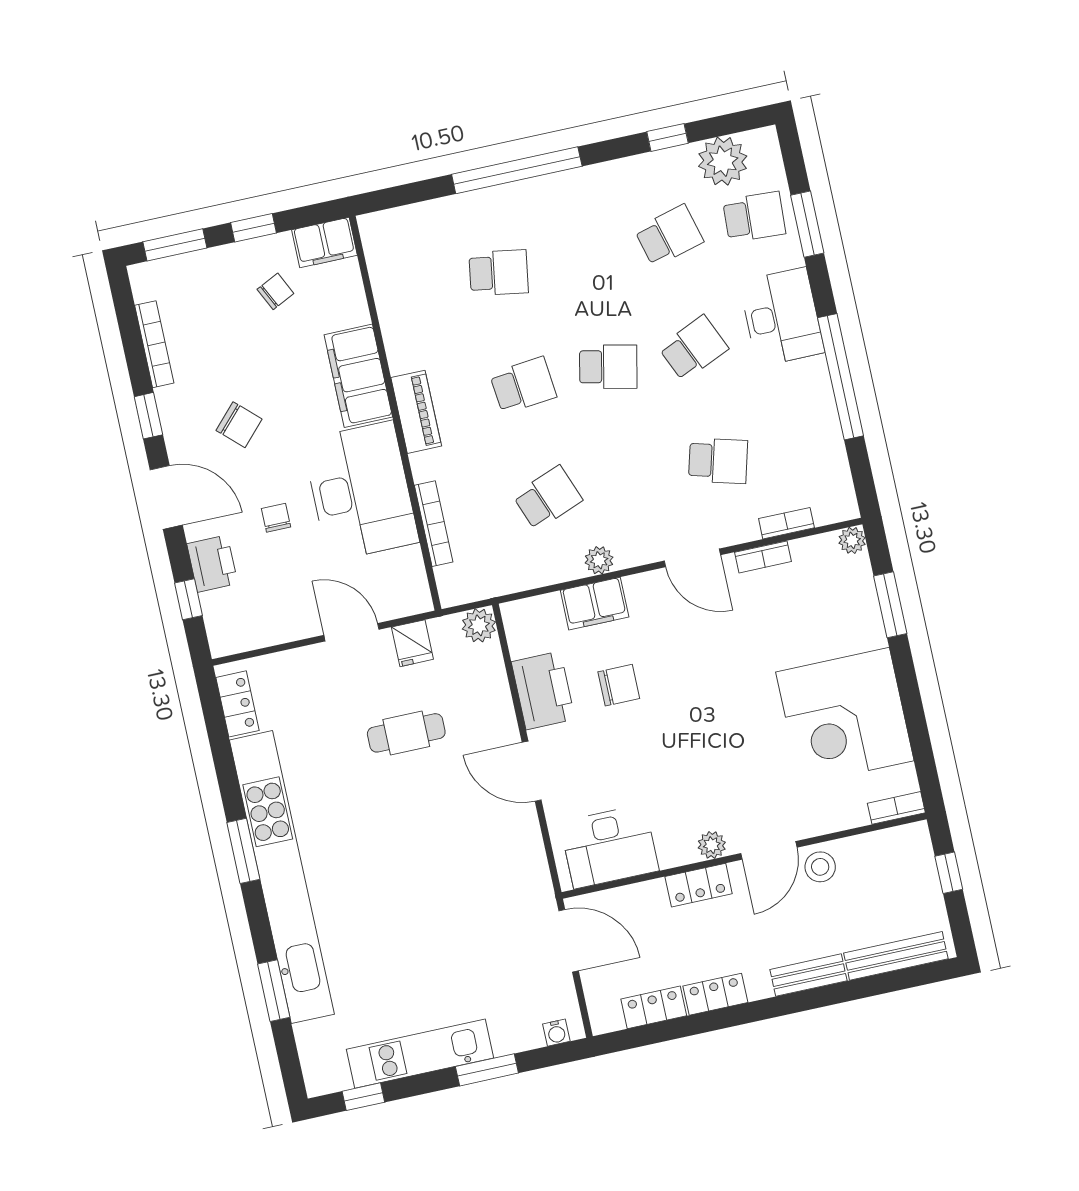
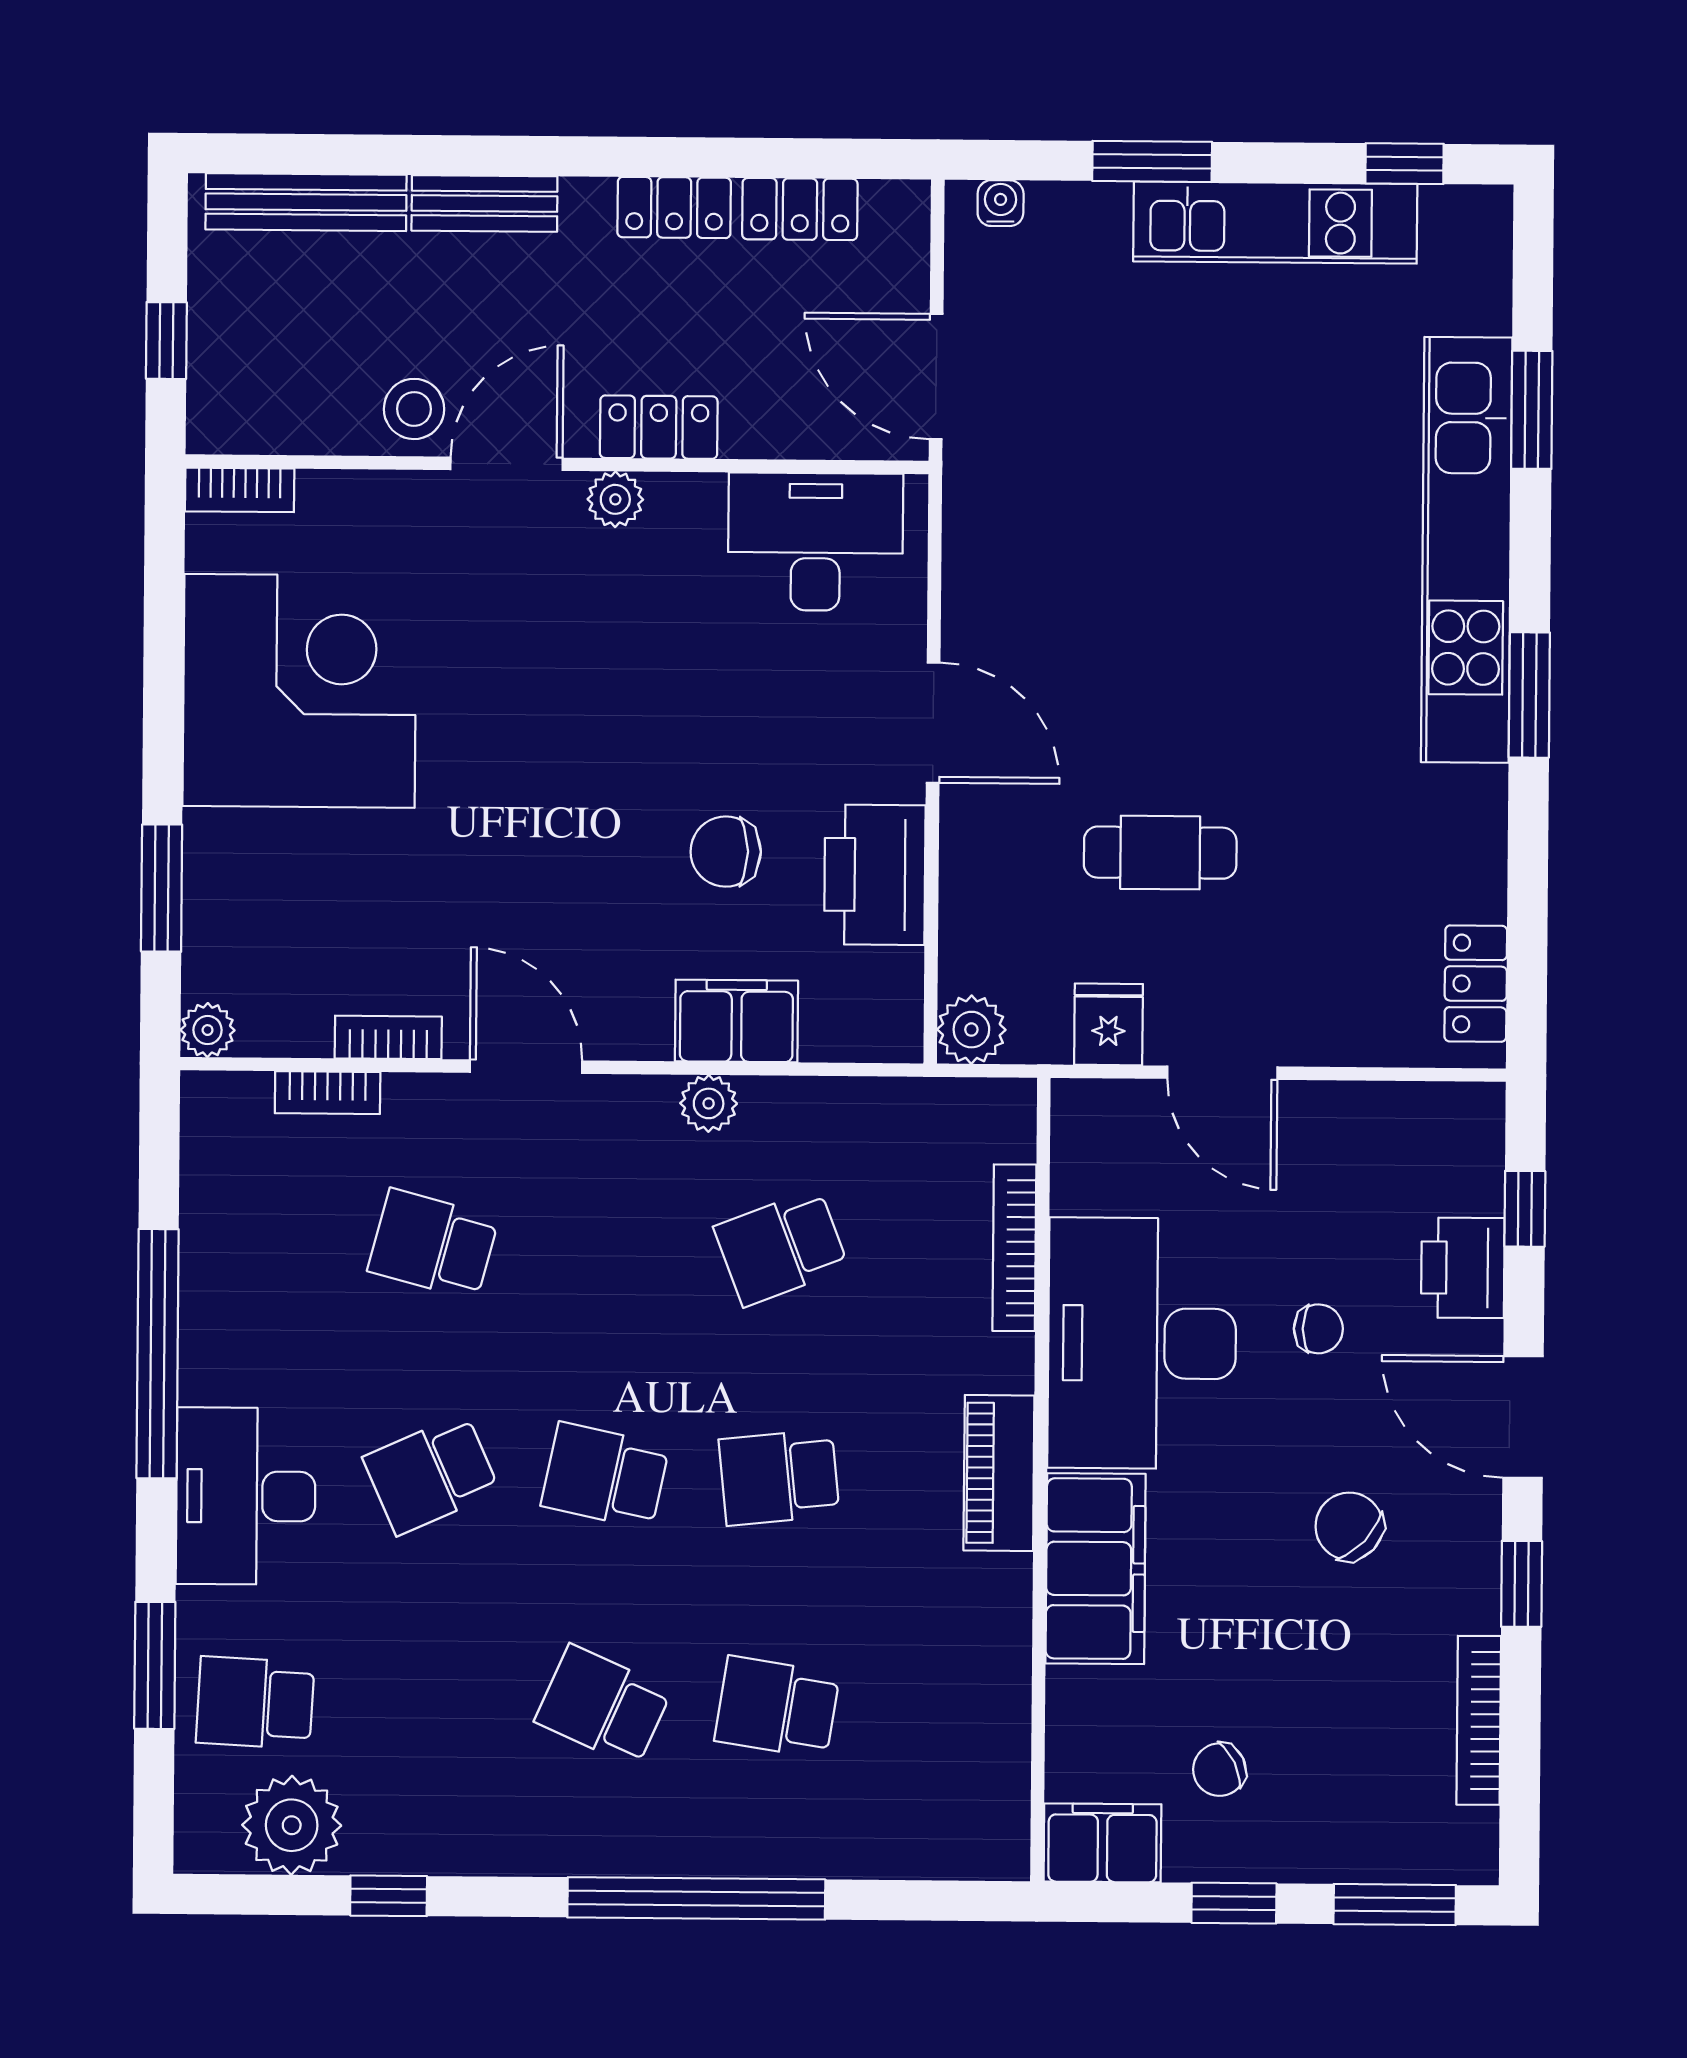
school desk: (669, 236) -> (603, 1706), moved, turned 39
chair: (276, 518) -> (1318, 1329), turned -90
kitchen unit: (282, 877) -> (1467, 550), width x0.73

